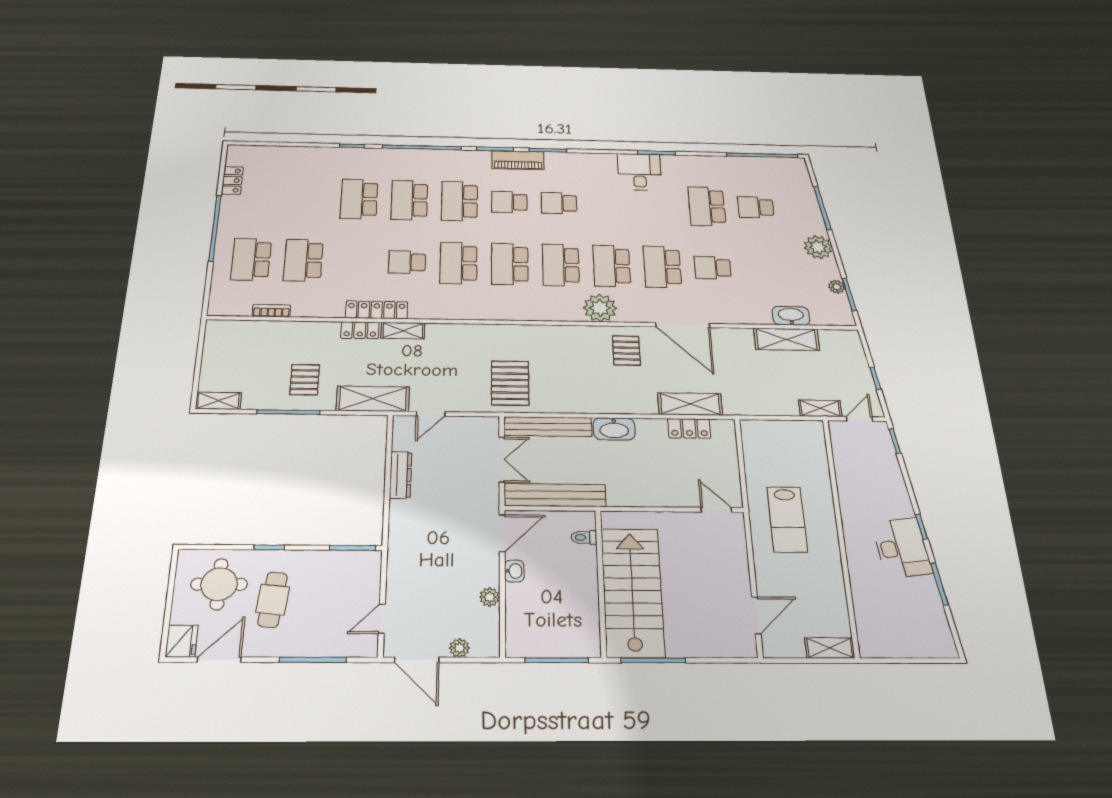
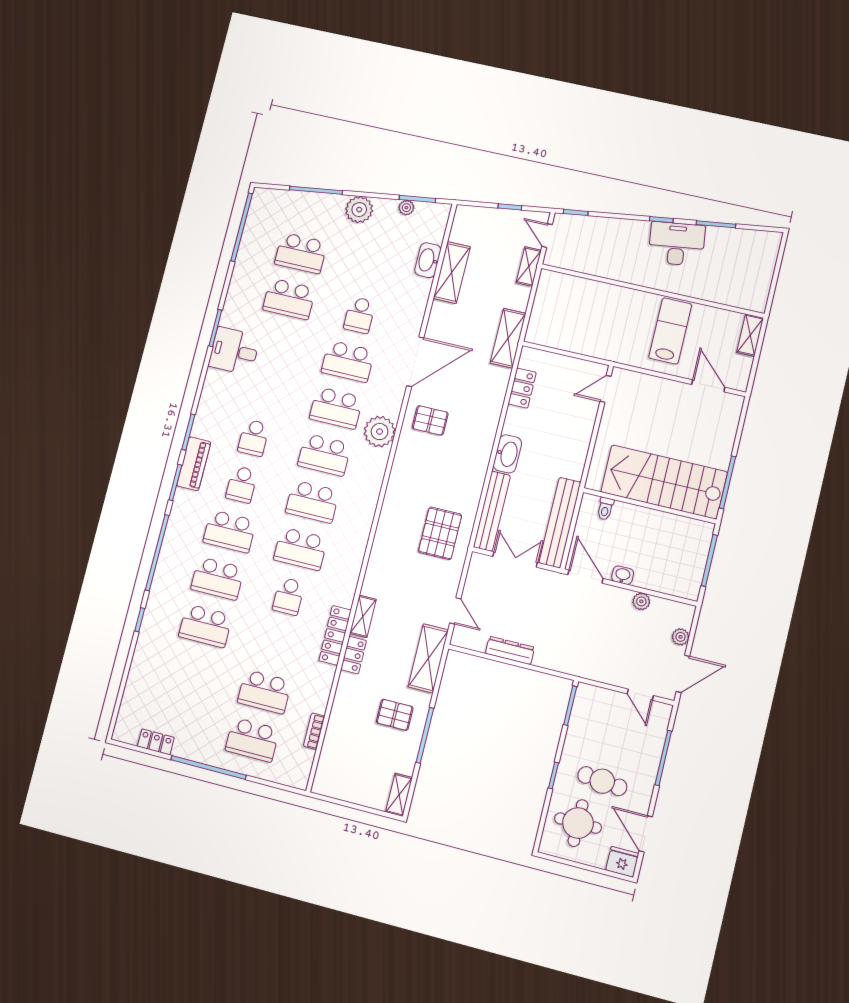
school desk: (756, 207) -> (301, 253), width x1.85
pallet: (510, 383) -> (440, 533), turned 90
shelving: (690, 404) -> (508, 338), moved
lab bench: (787, 519) -> (670, 331), moved, turned -90

